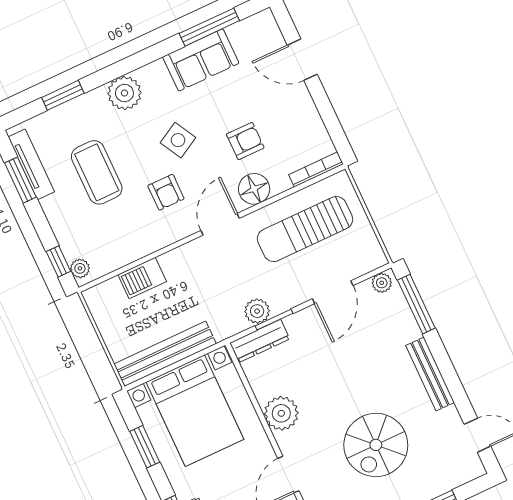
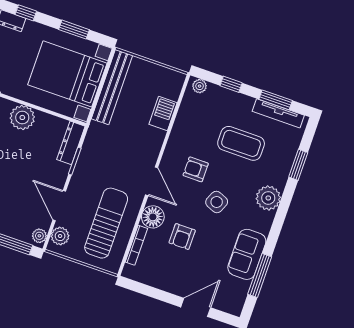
side table: (178, 140) -> (217, 202), turned -38
bookcase: (316, 169) -> (136, 245), moved
window: (58, 261) -> (231, 84), moved
plant: (257, 311) -> (60, 236), moved

